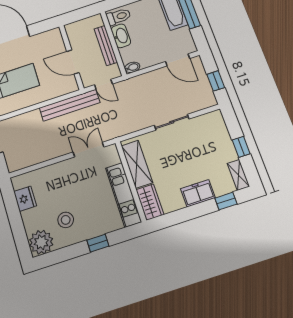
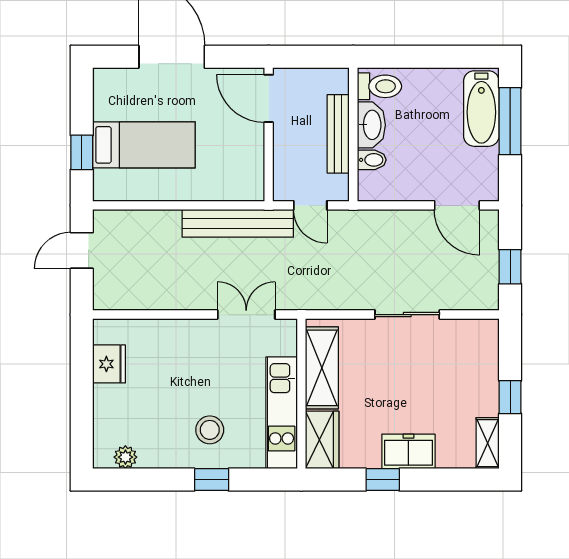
door: (73, 62) -> (269, 98), moved
bidet: (132, 67) -> (372, 160), moved
window: (226, 201) -> (383, 480), moved
stool: (66, 220) -> (210, 430), moved
plant: (41, 242) -> (125, 457), width x0.53, depth x0.53

